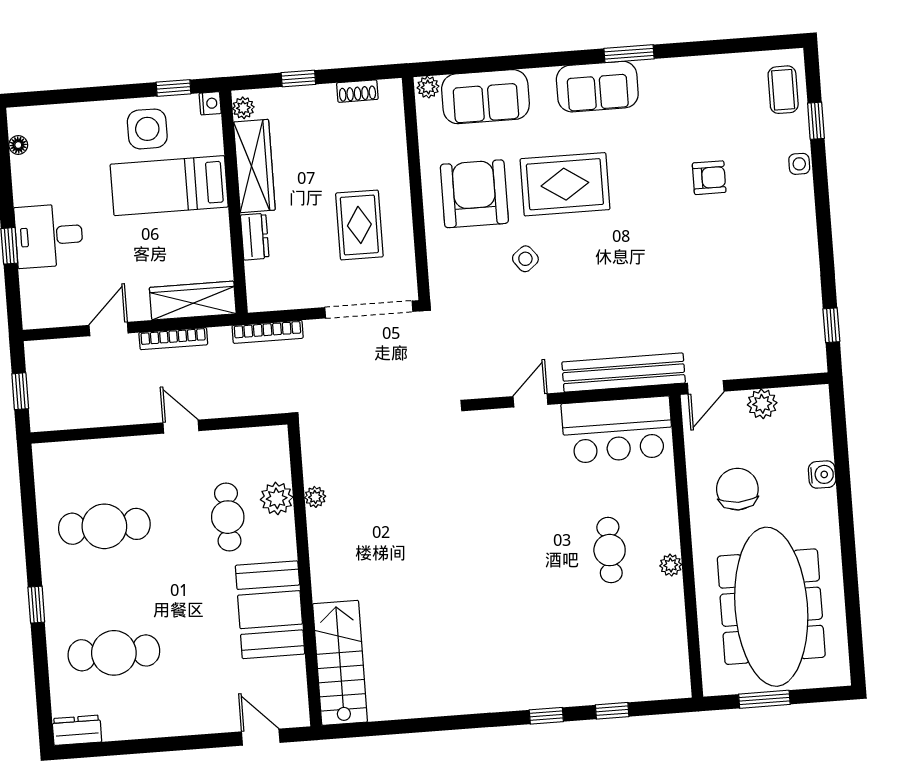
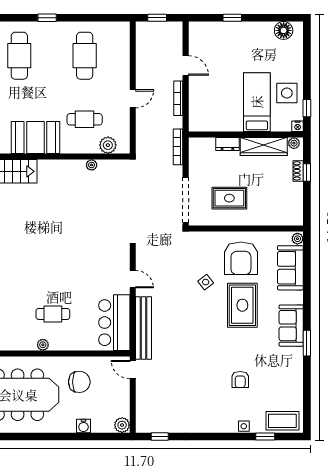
coffee table: (783, 90) -> (282, 421), width x1.36, depth x1.30
shoe rack: (357, 91) -> (298, 171), moved
floor lamp: (18, 145) -> (284, 30), width x1.89, depth x1.89
armchair: (474, 194) -> (241, 258), turned 90
desk: (49, 236) -> (236, 38), removed
wardrobe: (193, 301) -> (197, 110), removed
plant: (762, 404) -> (122, 425), moved
plant: (277, 498) -> (108, 145), moved

